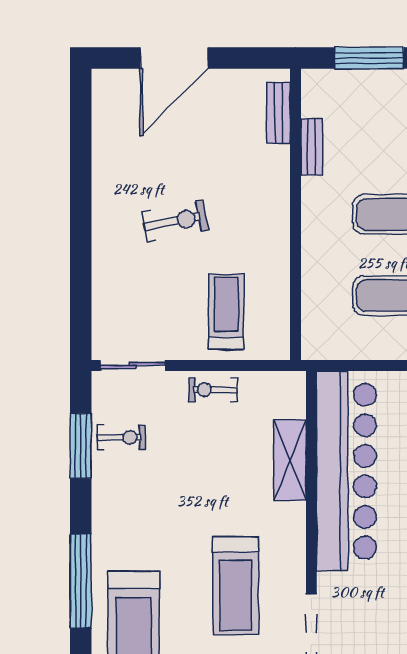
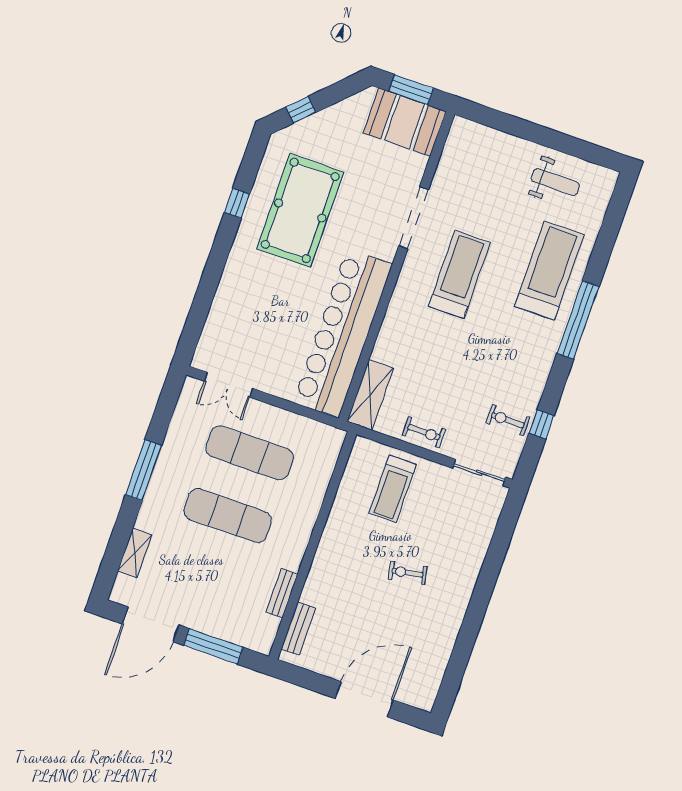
exercise bike: (175, 221) -> (408, 573), width x0.73, depth x0.72
window: (81, 446) -> (541, 425), width x0.46
shelving: (290, 460) -> (370, 395), moved

